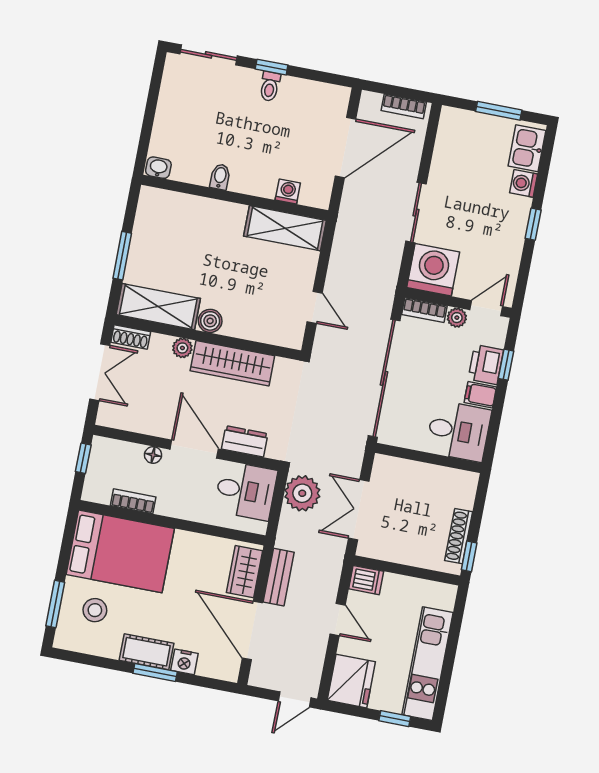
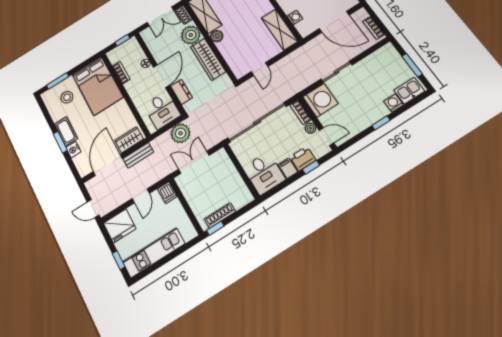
plant: (182, 348) -> (191, 35), width x1.88, depth x1.88

